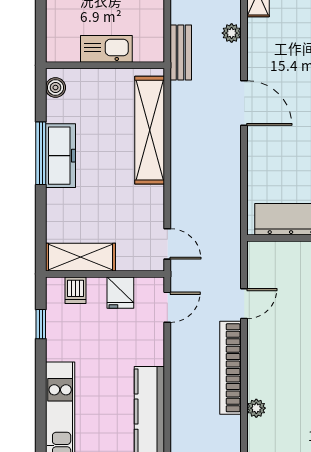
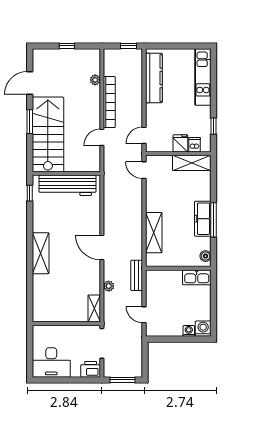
kitchen sink: (106, 49) -> (197, 277), moved
shelving: (150, 130) -> (154, 233), width x0.68
fridge: (120, 293) -> (180, 143), moved

